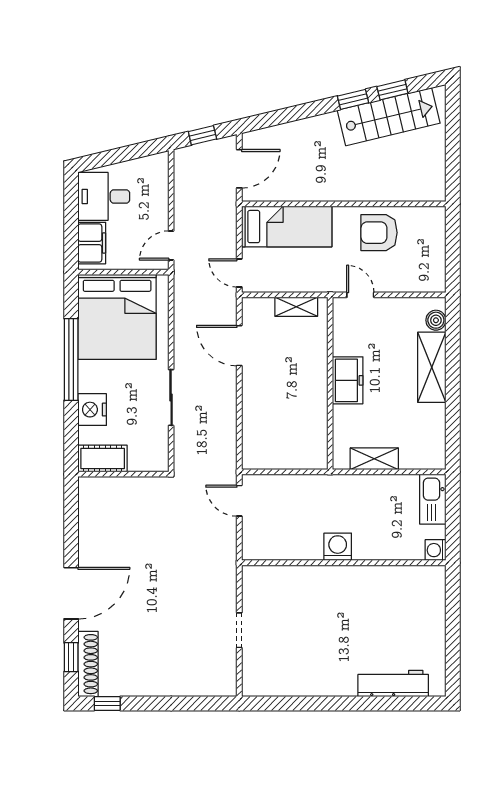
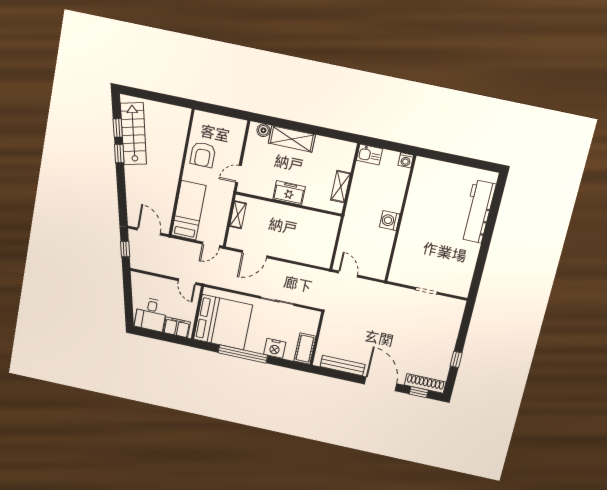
kitchen sink: (433, 499) -> (369, 155), width x0.73
door: (239, 501) -> (348, 274), swing flipped
bench: (88, 525) -> (343, 366), added
workbench: (393, 683) -> (478, 212), width x1.36, depth x1.32
window: (107, 704) -> (456, 359), moved

